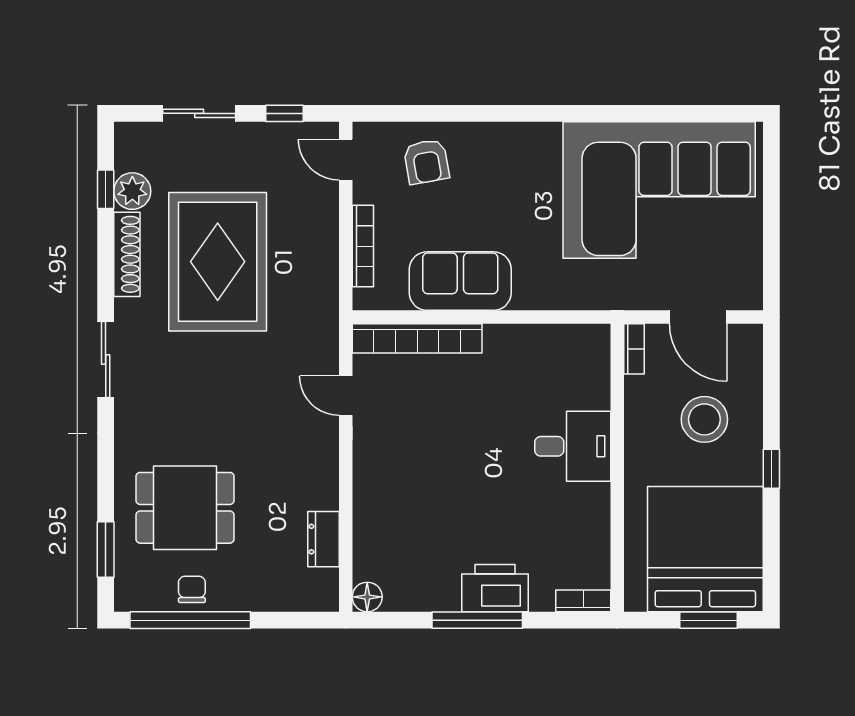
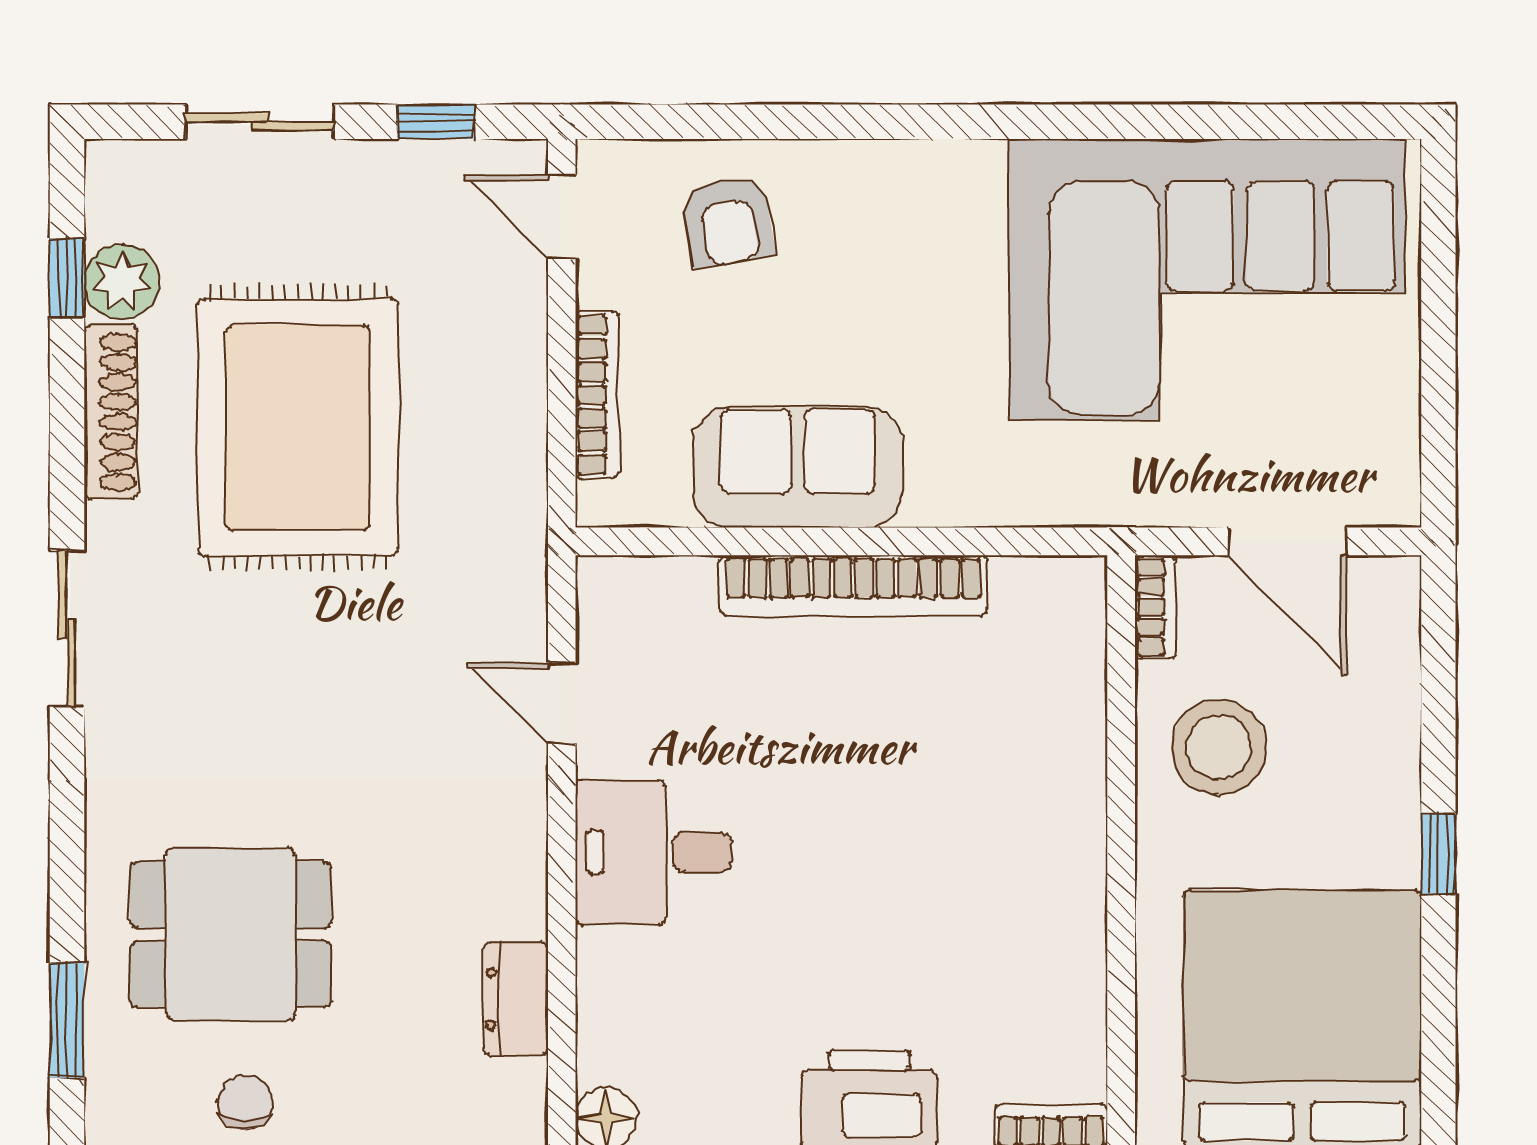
bookcase: (417, 338) -> (854, 585), moved
stool: (704, 419) -> (1219, 747), moved
desk: (573, 446) -> (653, 852), moved, turned 180

